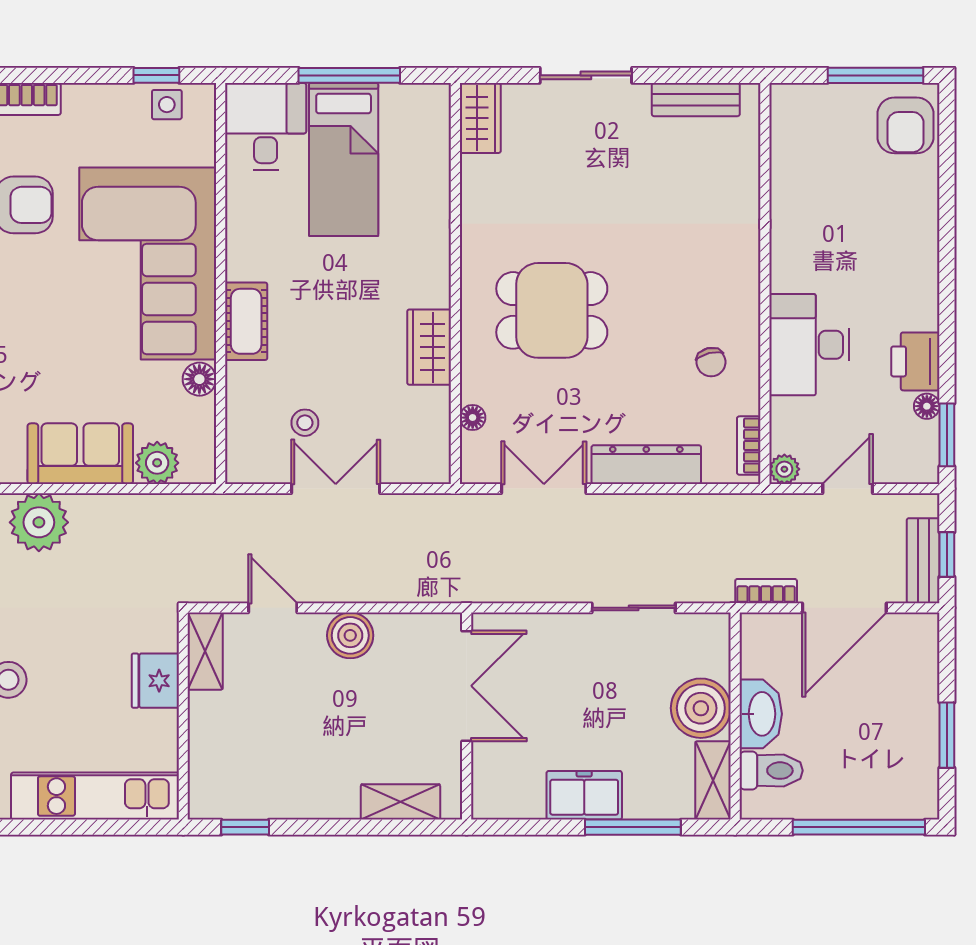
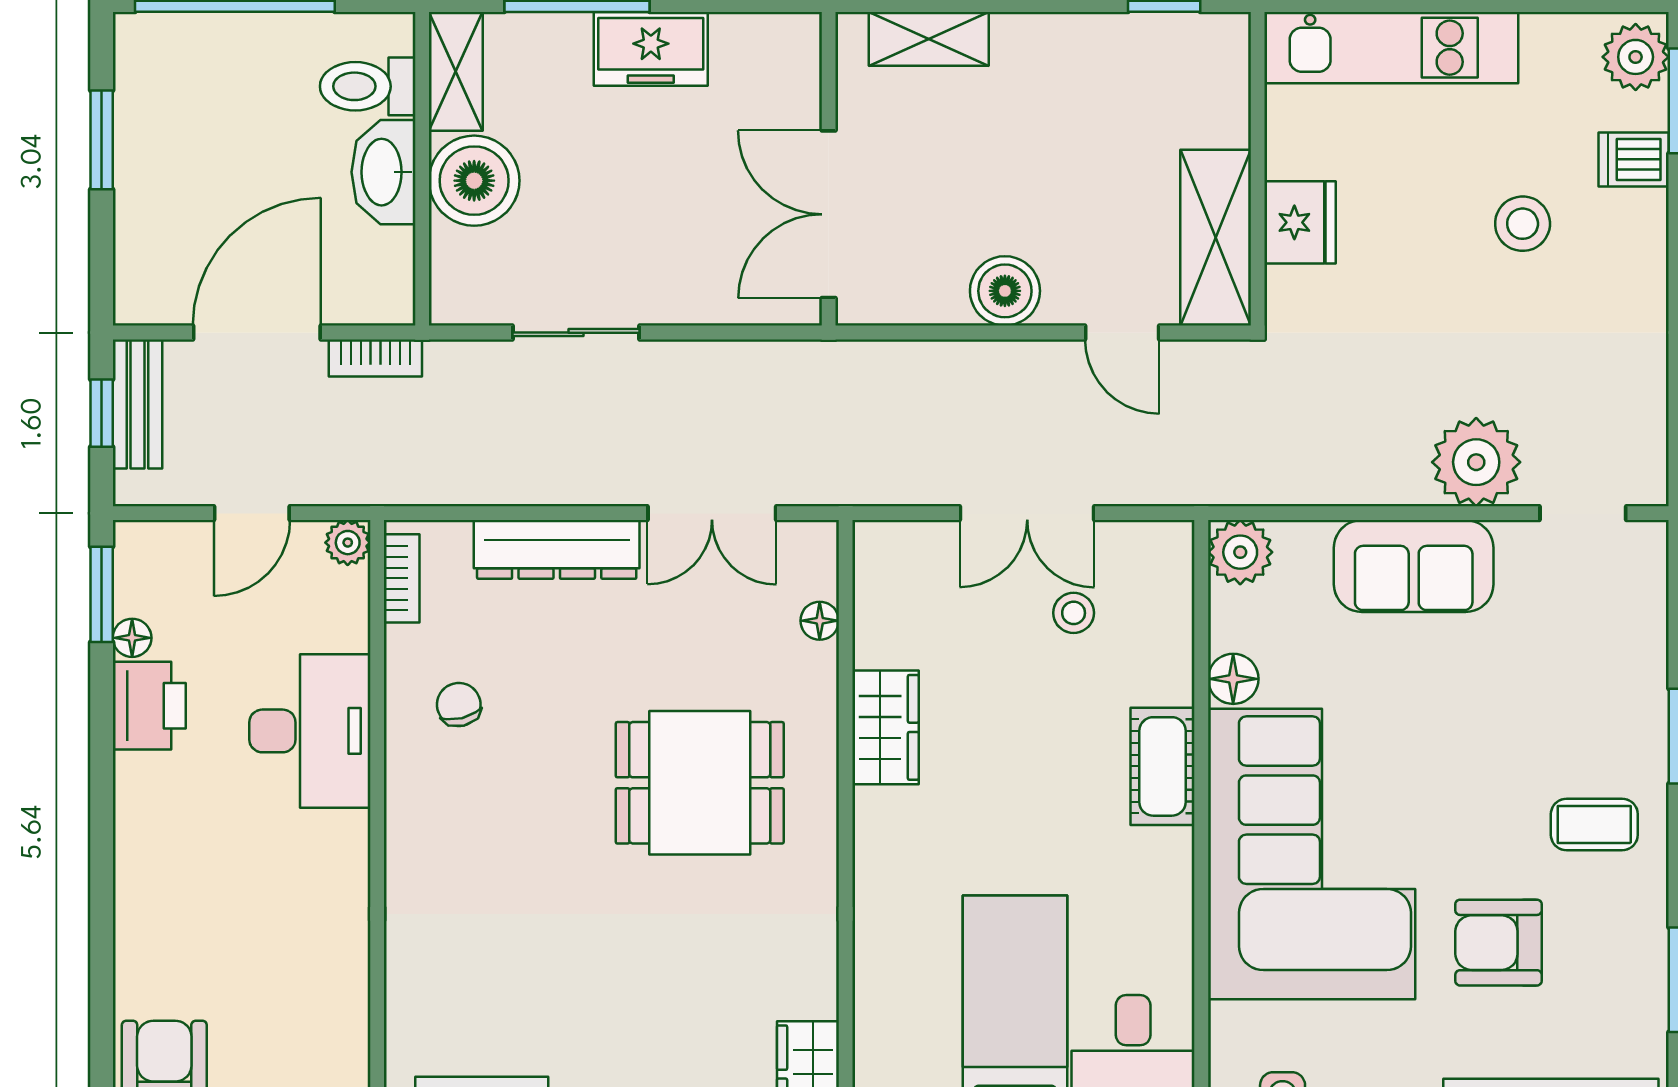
plant: (157, 463) -> (1240, 552), moved
shelving: (205, 651) -> (1216, 238), width x1.50, depth x1.33

